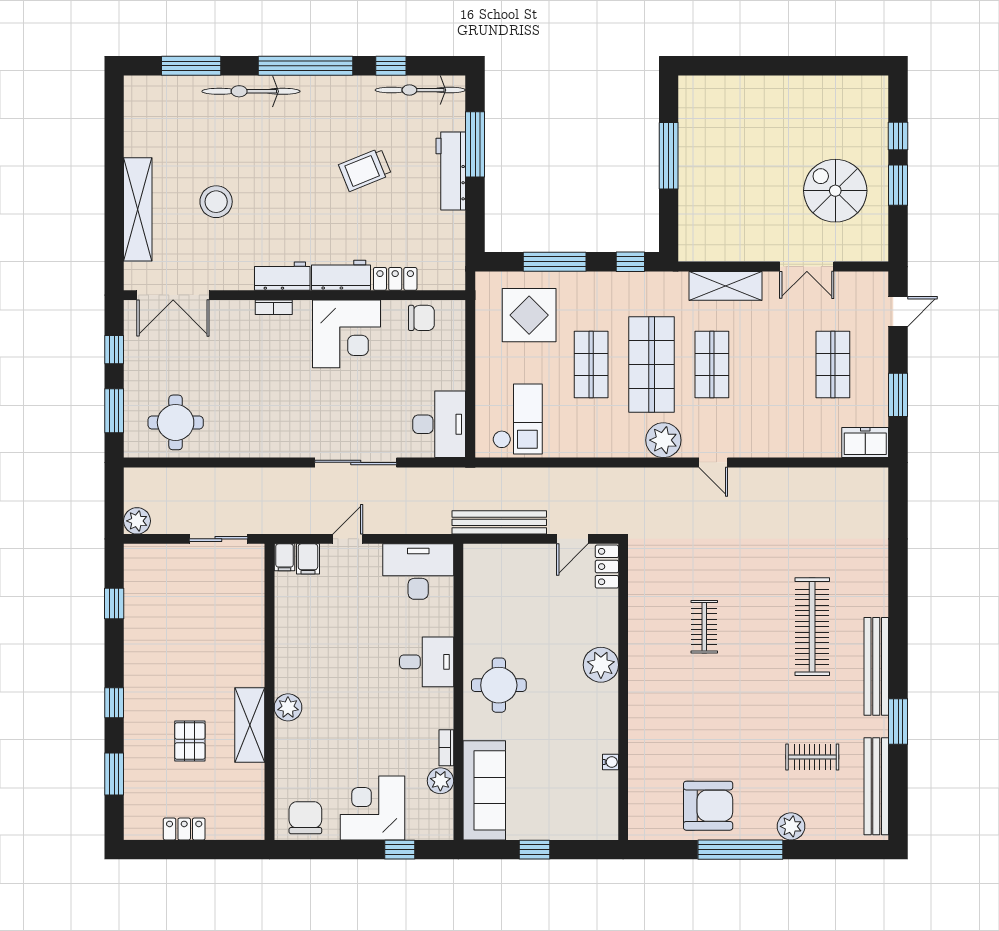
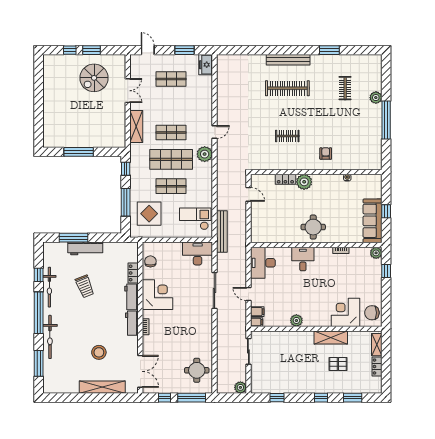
bicycle: (420, 90) -> (49, 287), moved
window: (114, 411) -> (192, 398), width x1.44
bench: (499, 522) -> (222, 231), moved
locker: (607, 567) -> (285, 179), moved
bench: (876, 666) -> (288, 60), moved
plant: (288, 707) -> (296, 320), moved
plant: (440, 781) -> (376, 253), moved
bench: (876, 786) -> (358, 60), removed
sofa: (484, 790) -> (372, 221), moved, turned -90
armchair: (708, 806) -> (326, 153), moved, width x0.53, depth x0.53
corner desk: (372, 808) -> (346, 312), moved, turned 90
shelving: (233, 829) -> (377, 345), added

